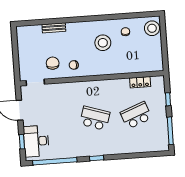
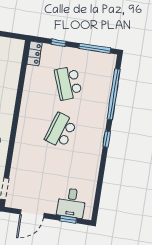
locker: (140, 82) -> (34, 53), moved
desk: (36, 141) -> (71, 203), width x0.73
window: (55, 161) -> (114, 94), moved

